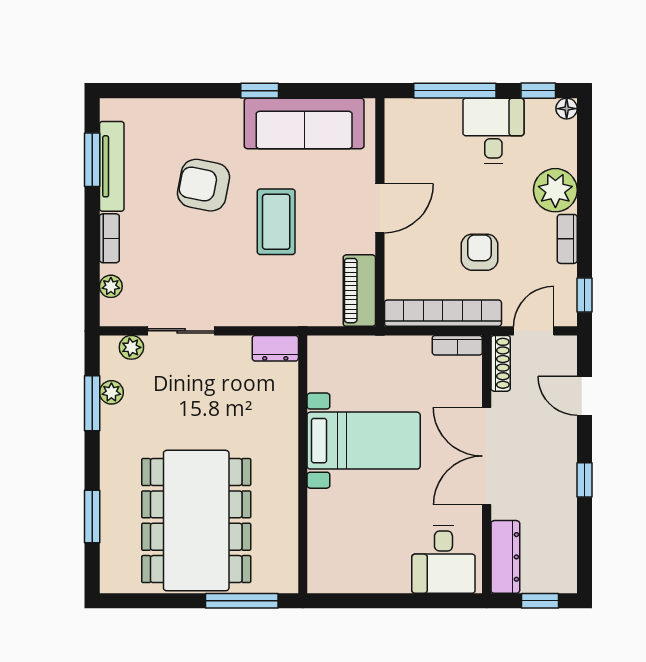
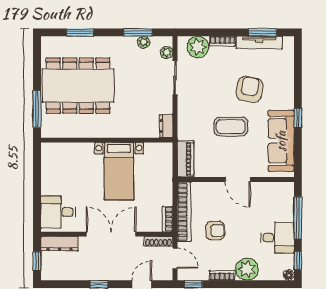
plant: (111, 286) -> (198, 47), width x1.87, depth x1.87
piano: (359, 291) -> (185, 159), moved, turned 90

